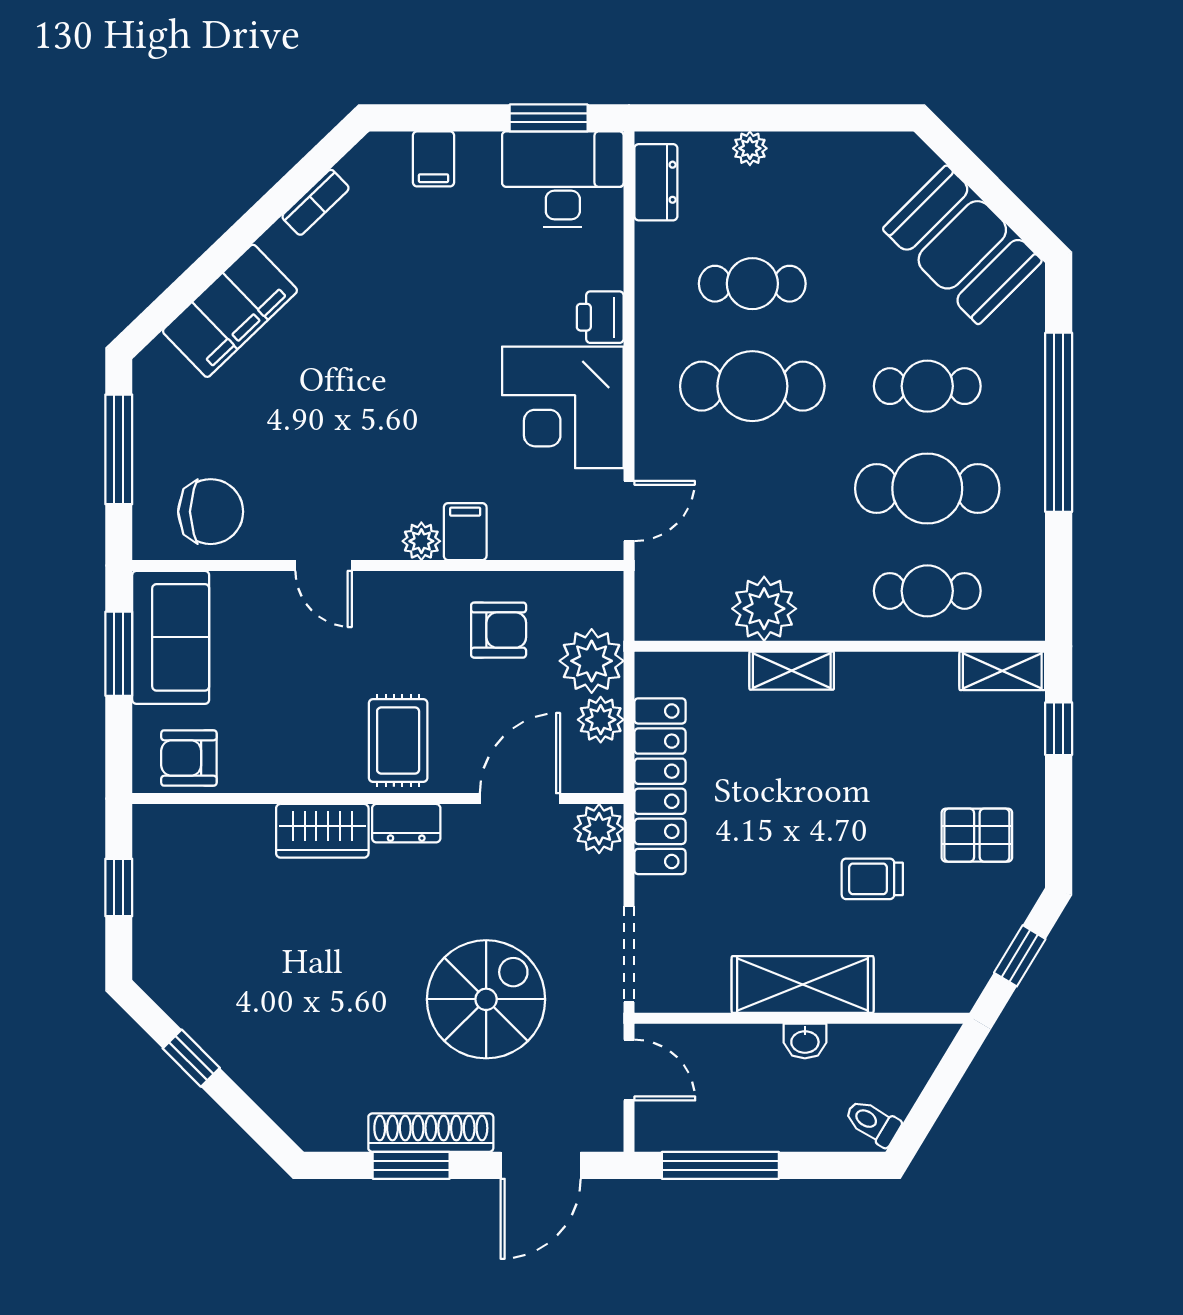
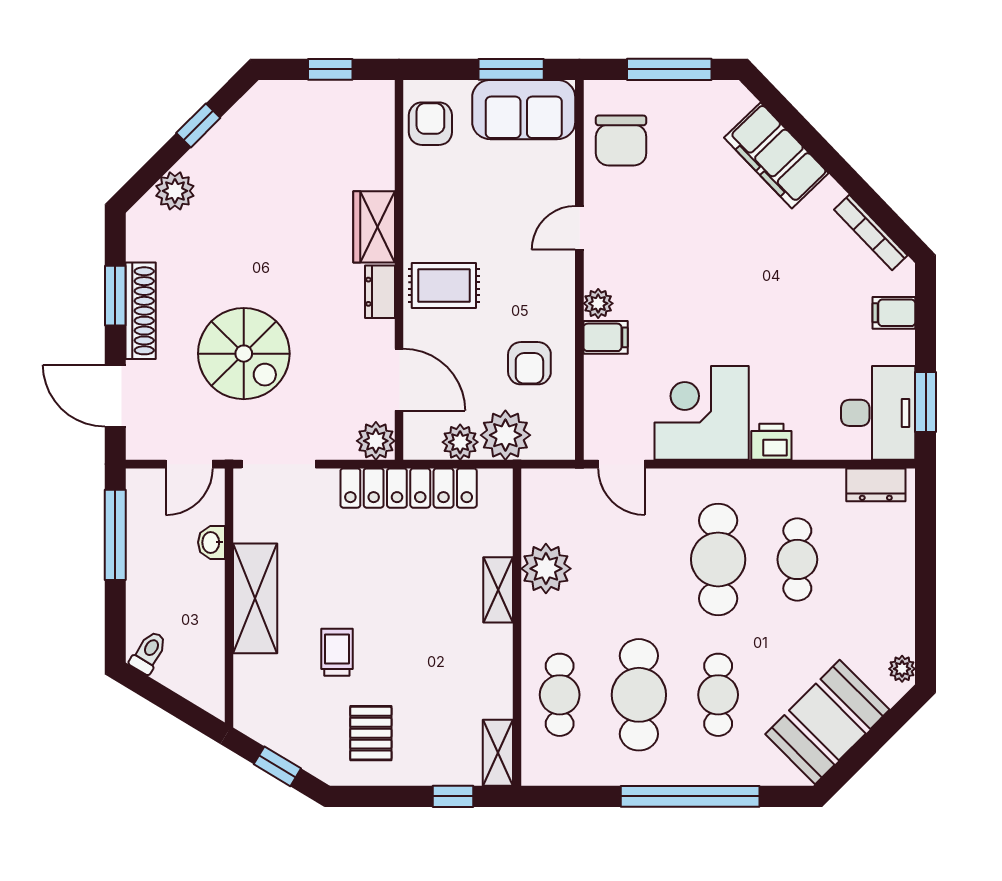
plant: (750, 148) -> (902, 669), moved
bookcase: (316, 202) -> (871, 233), width x1.56
washbasin: (805, 1041) -> (212, 542), moved
plant: (276, 1088) -> (175, 191), added

